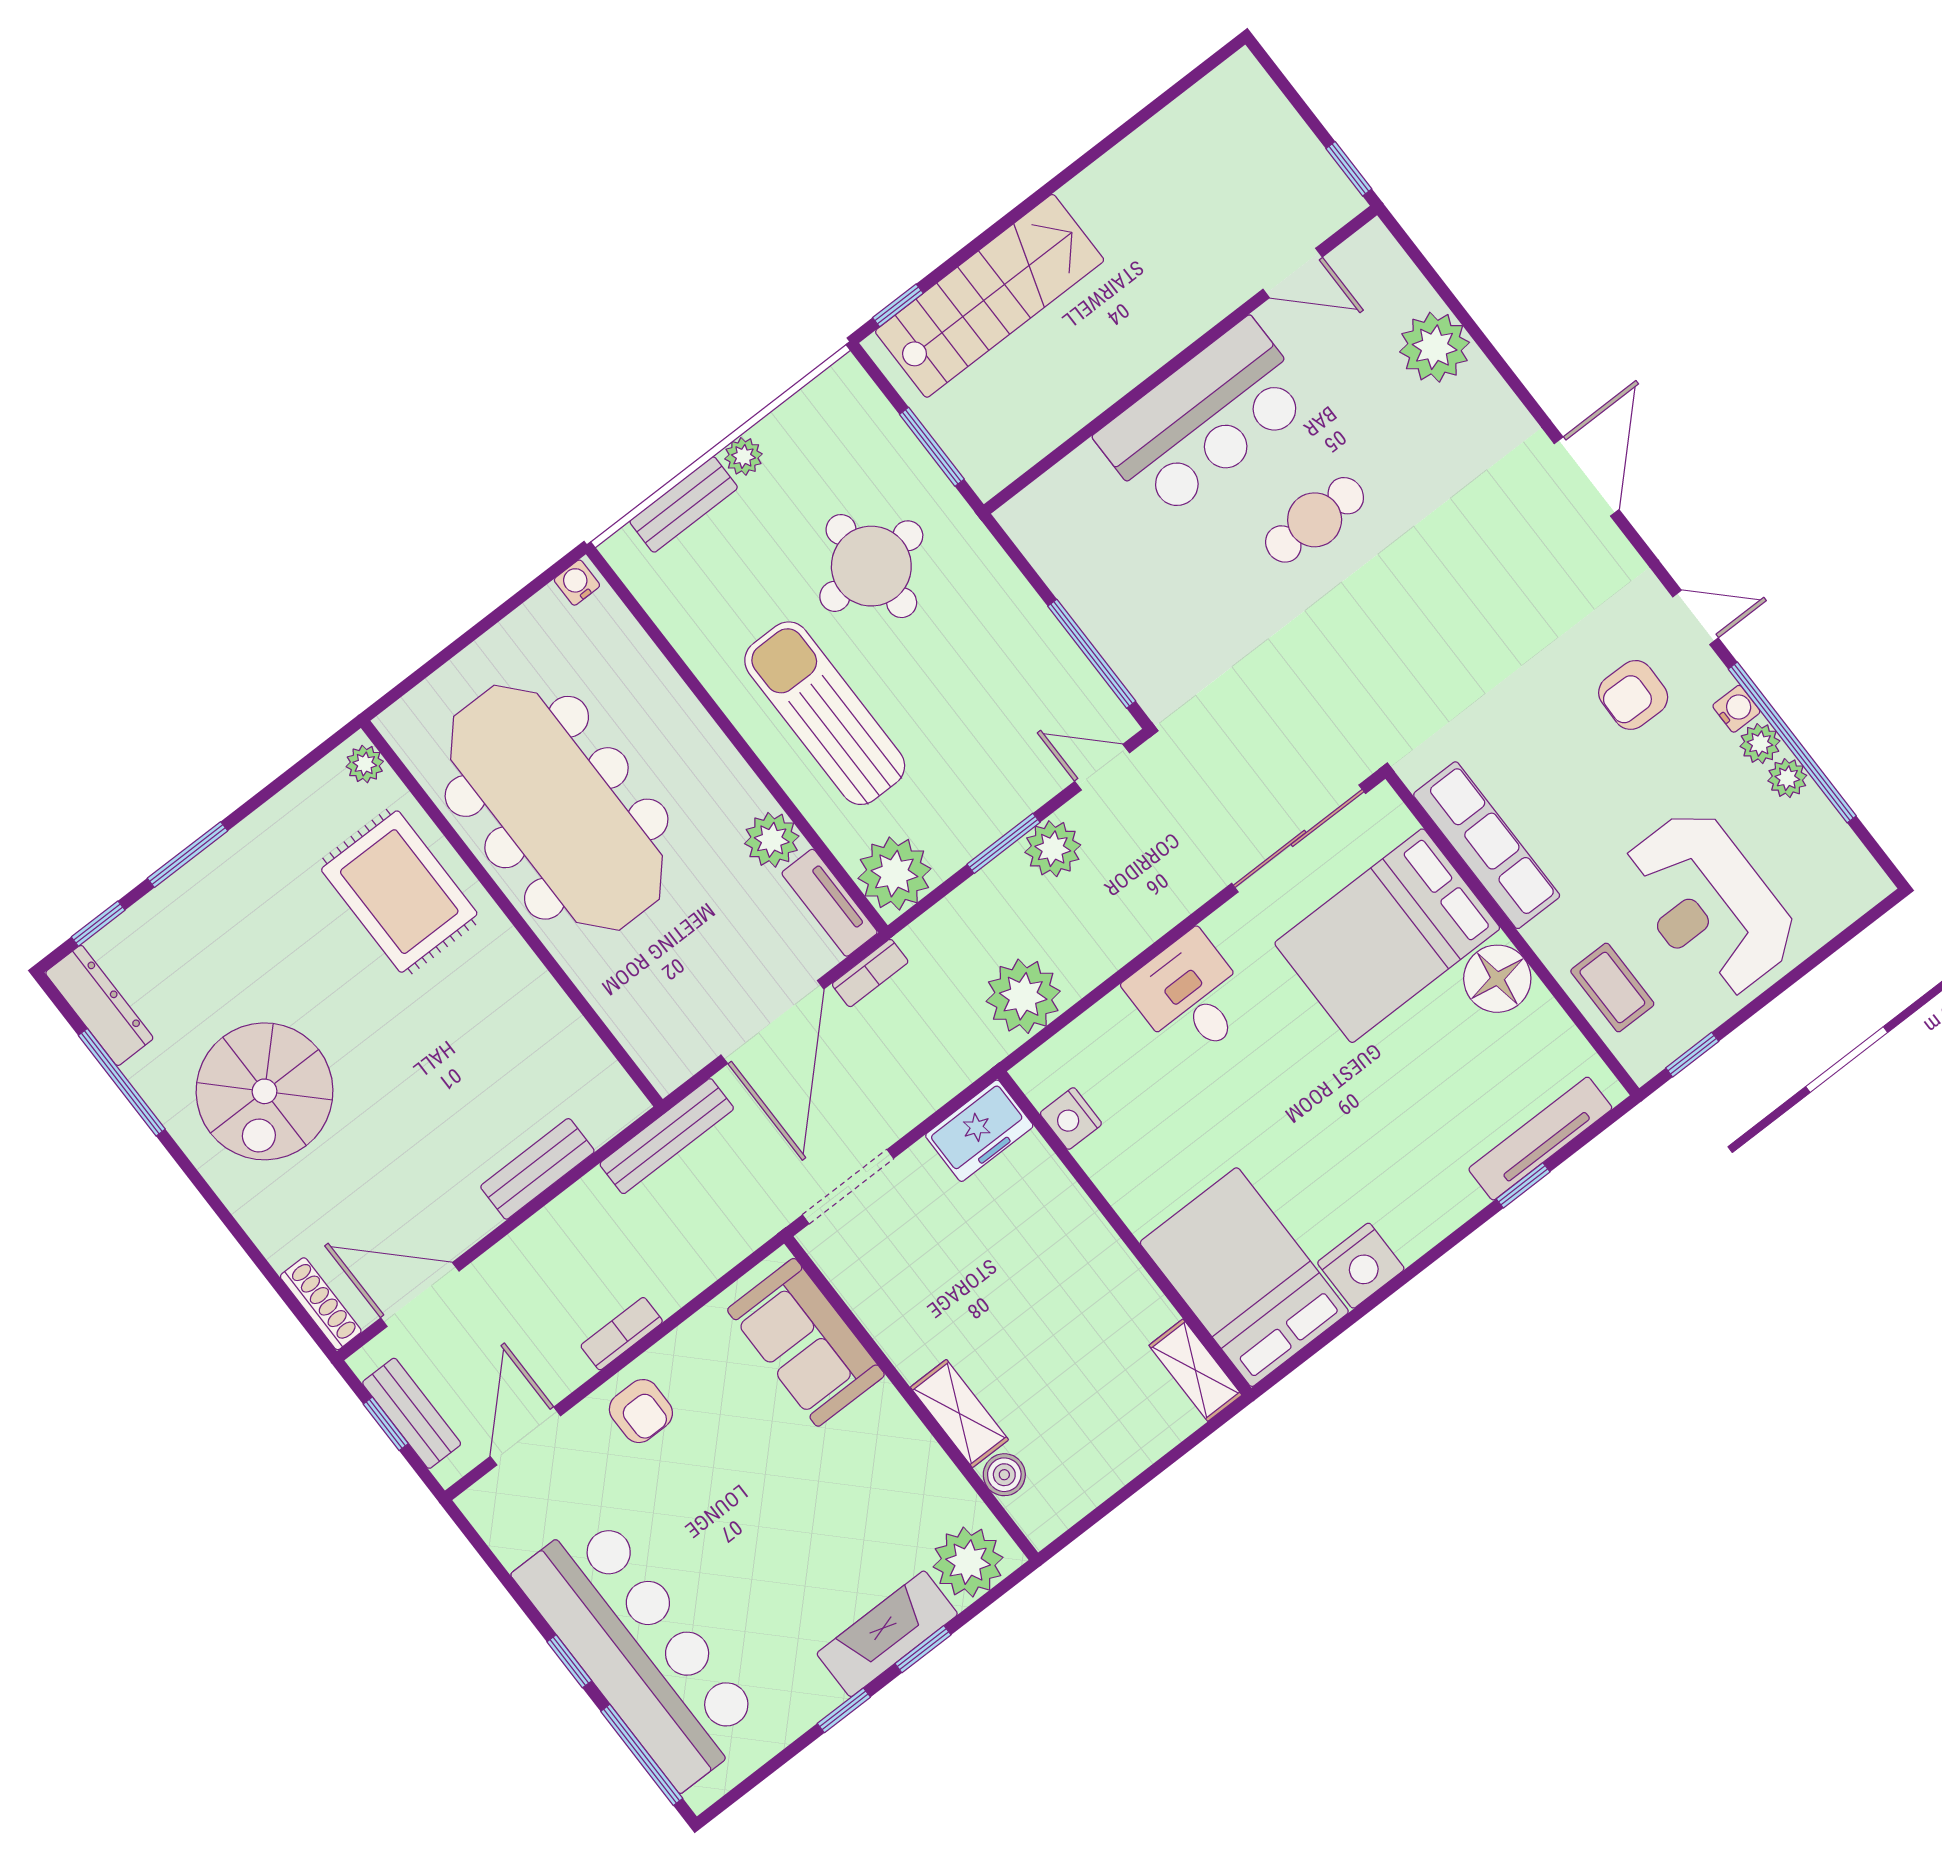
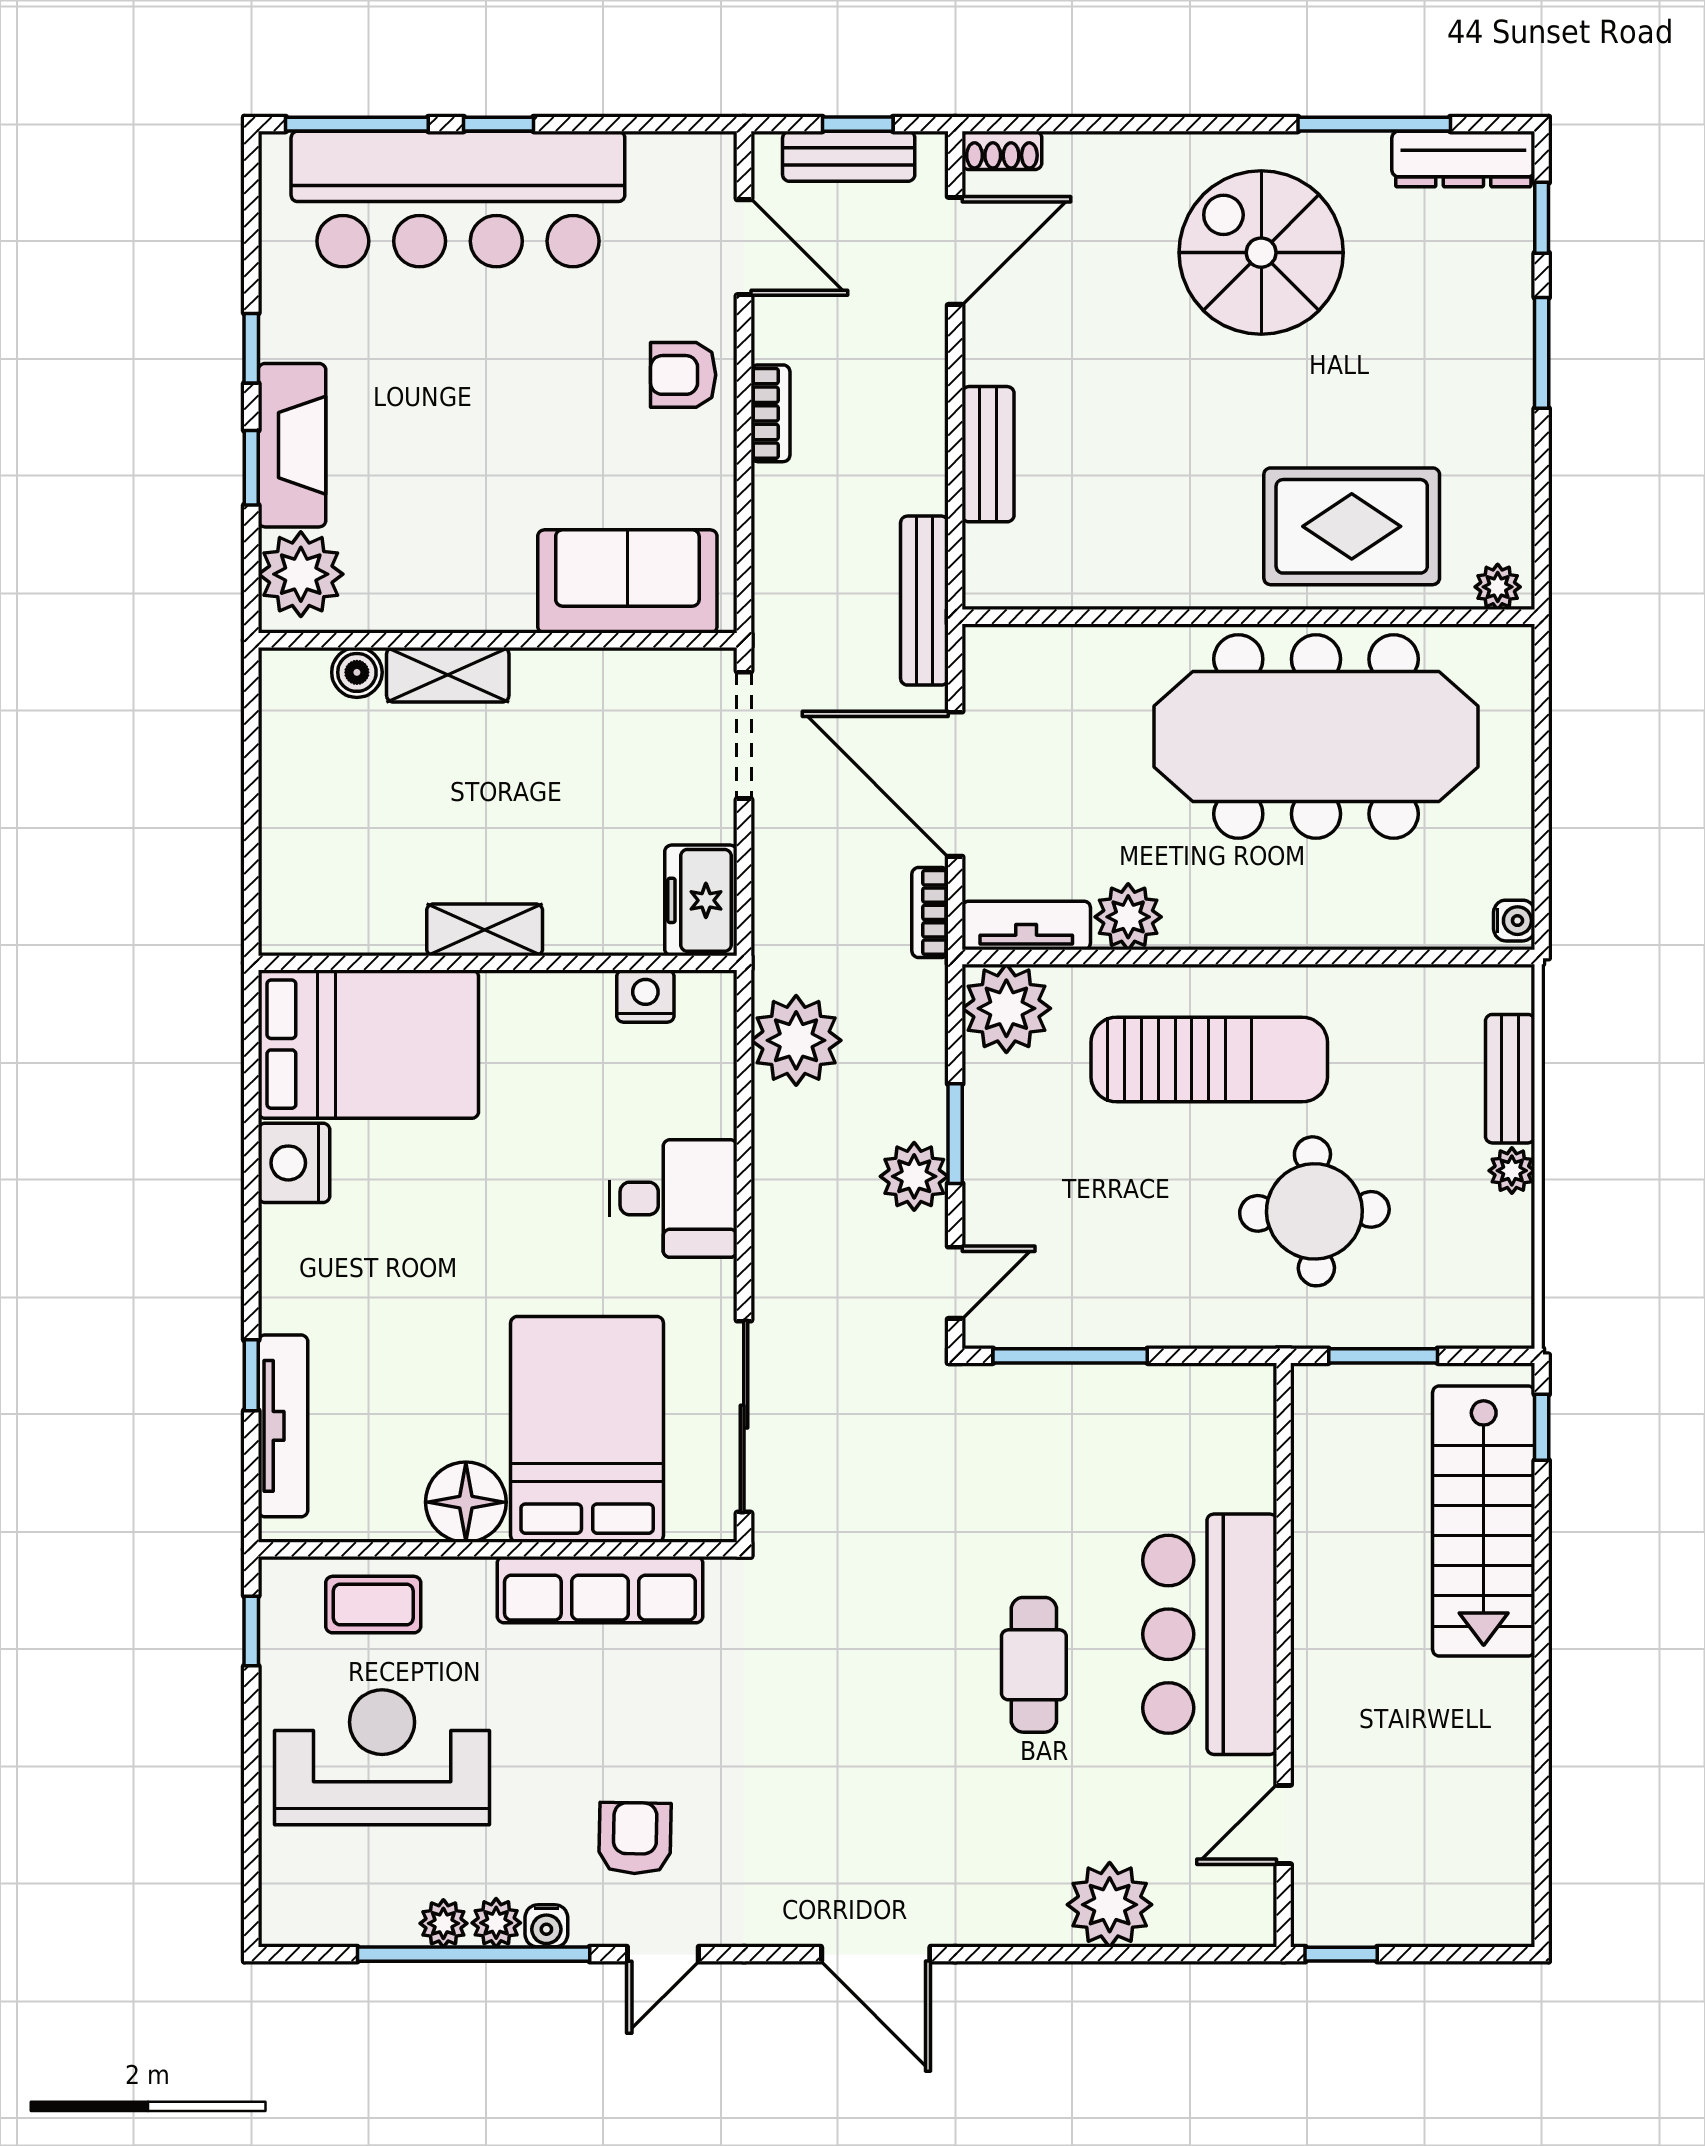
shoe rack: (321, 1304) -> (1002, 150), width x0.70
shelving: (1195, 1370) -> (485, 930), moved

